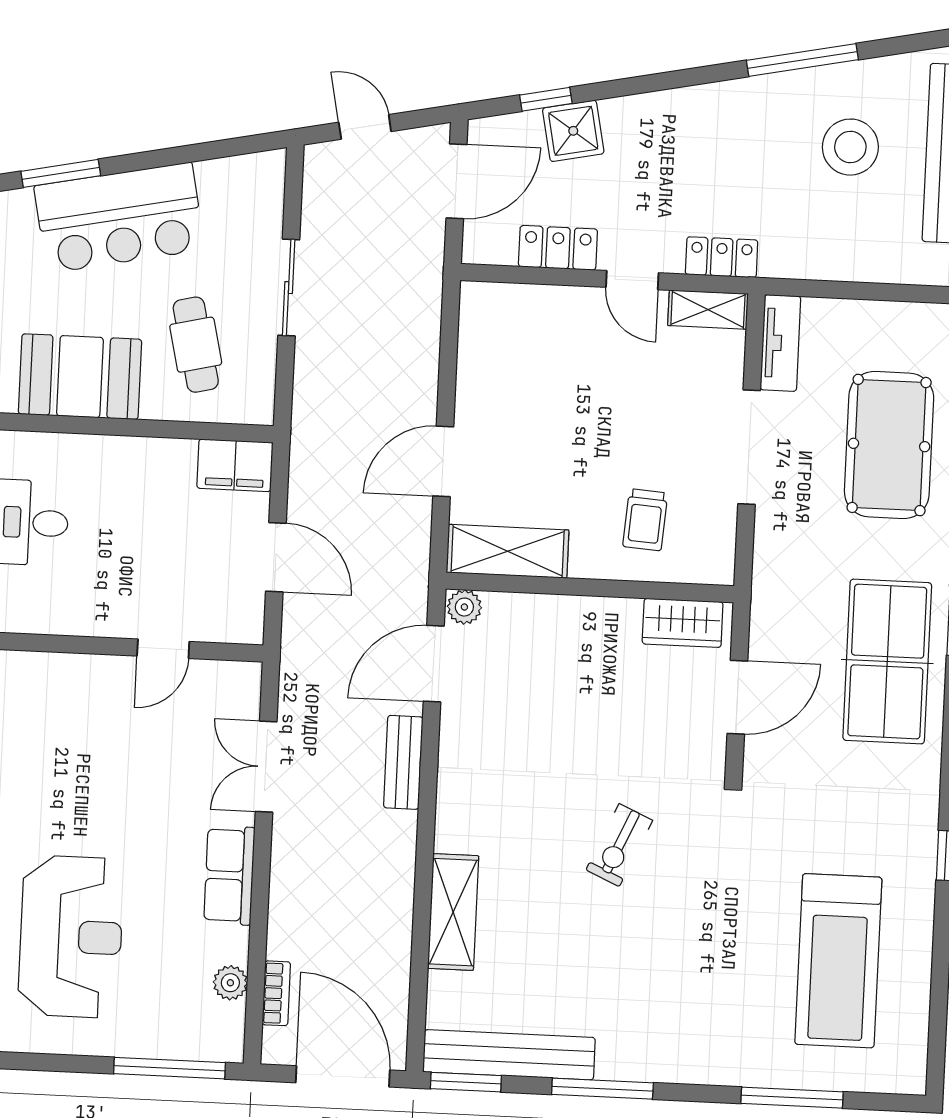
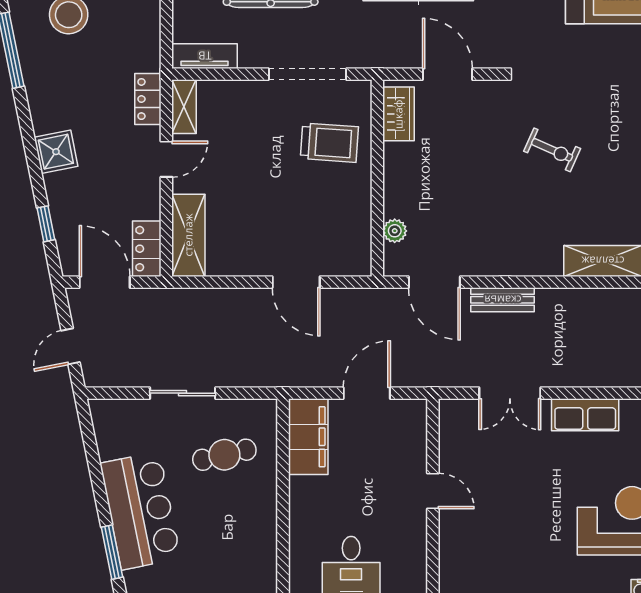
shower: (573, 131) -> (56, 152), moved
locker: (558, 248) -> (147, 249), moved
booth: (80, 377) -> (250, 533), removed
doorway: (749, 447) -> (308, 74), moved
filing cabinet: (235, 465) -> (308, 437), width x1.50, depth x1.17
trolley: (645, 520) -> (329, 143), width x1.36, depth x1.39
shelving: (508, 551) -> (188, 235), moved
plant: (464, 607) -> (395, 231), moved
door: (163, 649) -> (433, 491), moved

